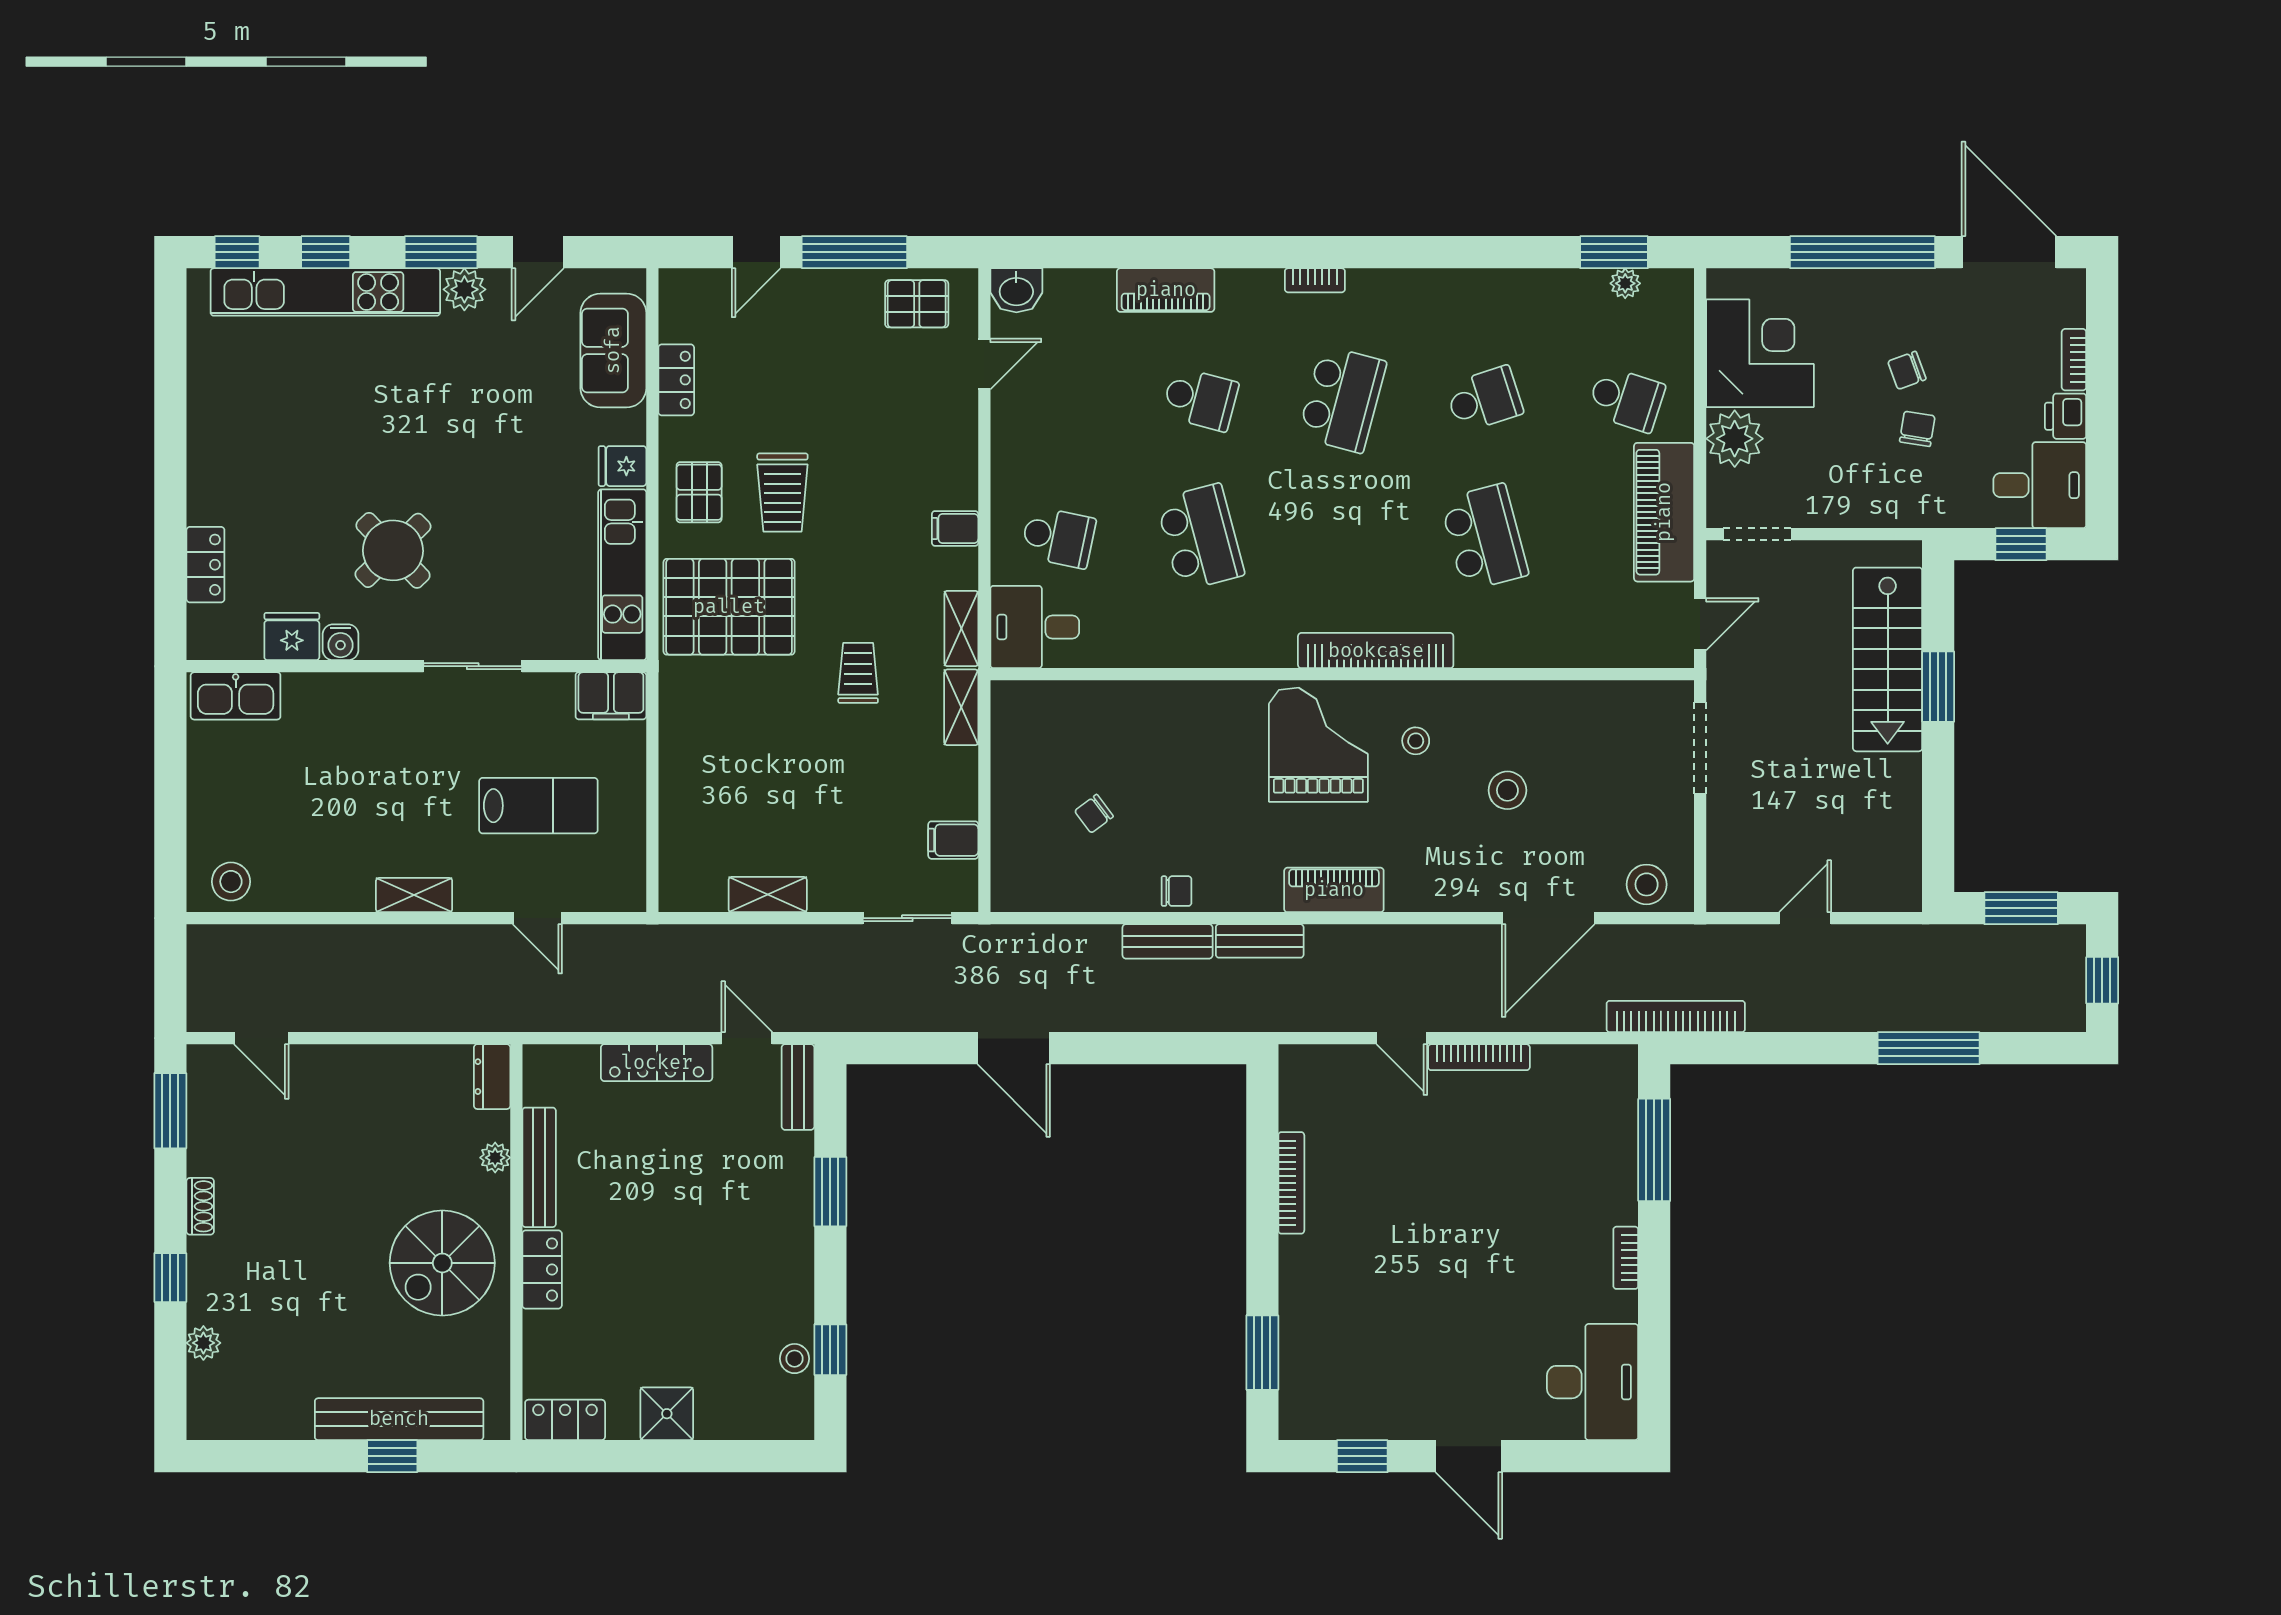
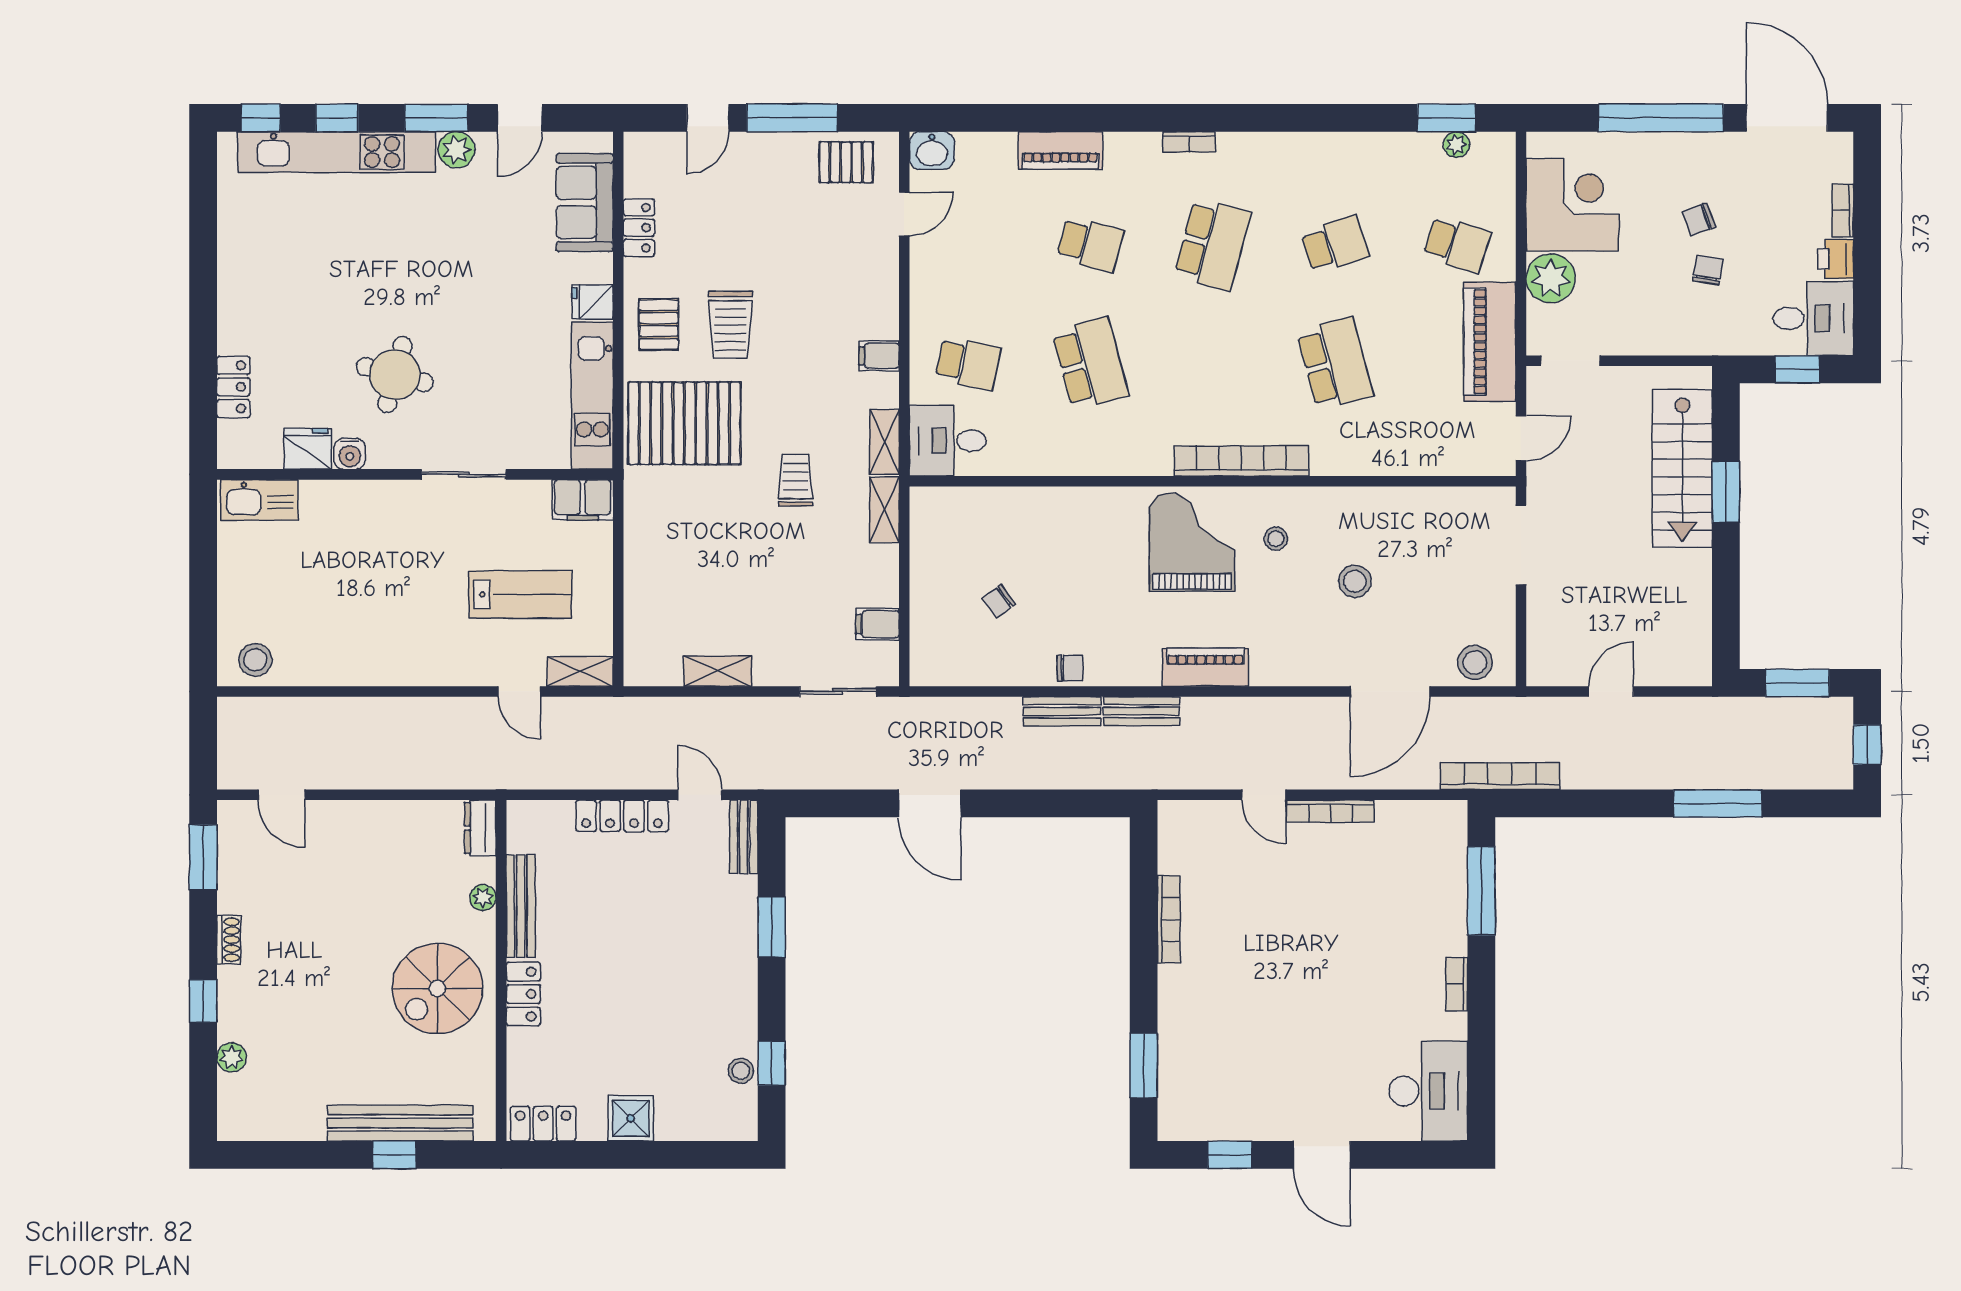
round table: (393, 550) -> (395, 375), turned -31
shelving: (414, 895) -> (580, 672), moved

